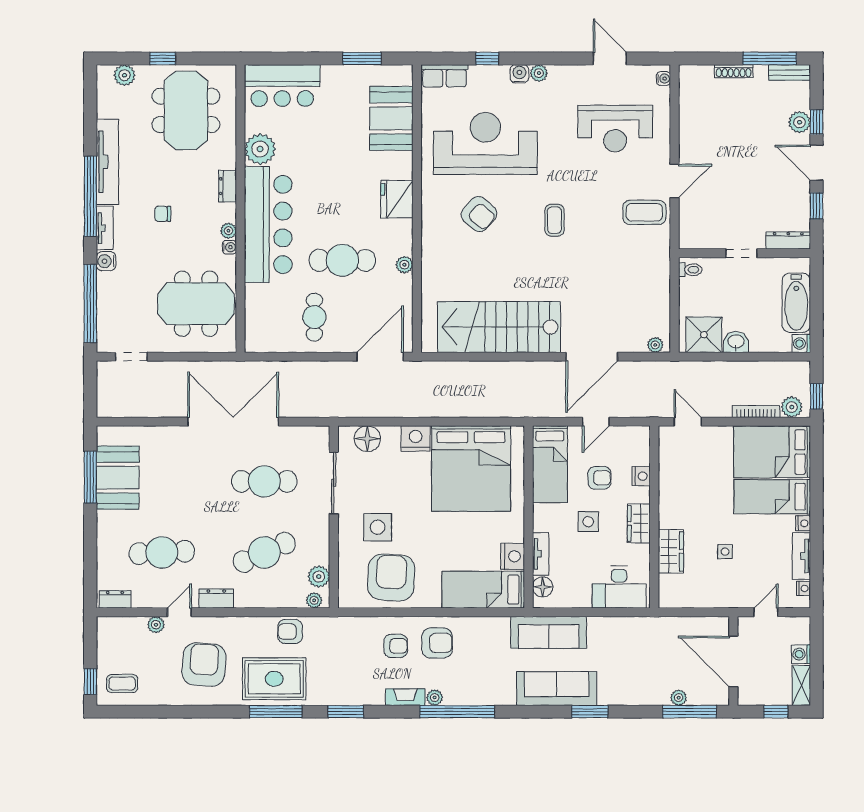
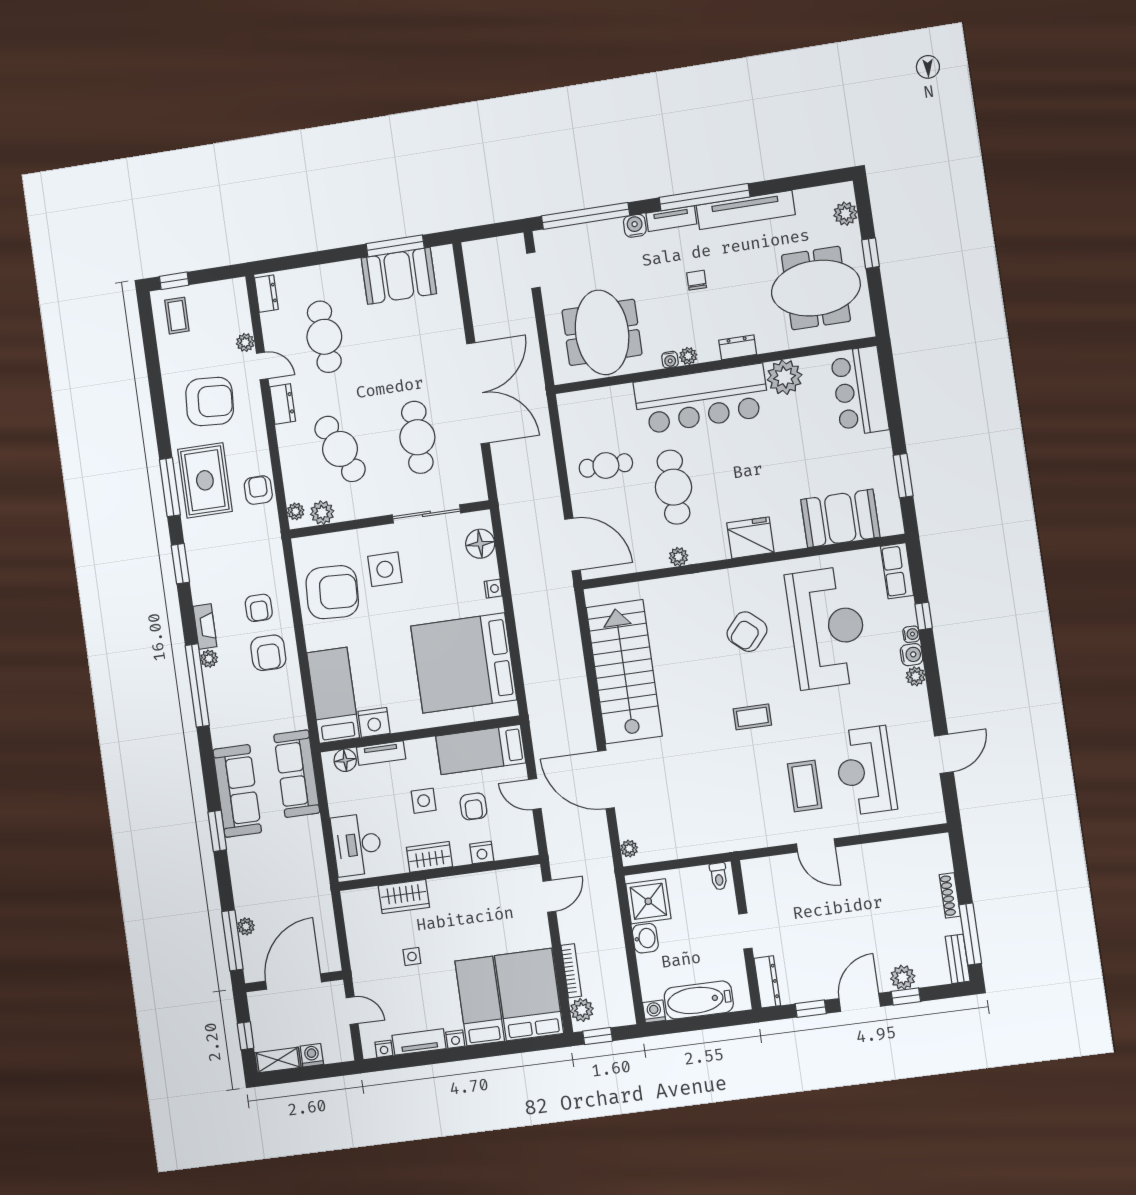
water cooler: (663, 78) -> (911, 634), moved, turned -90
coffee table: (644, 212) -> (805, 786), moved
nightstand: (416, 438) -> (493, 589), width x0.53, depth x0.56

